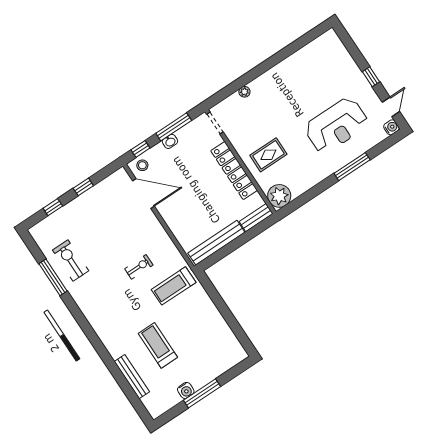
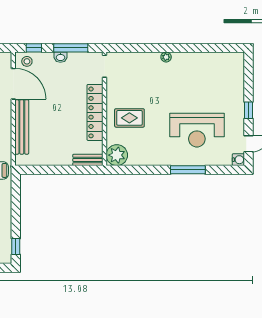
plant: (244, 92) -> (166, 57), moved
bench: (216, 243) -> (22, 127), moved, turned 90
window: (243, 338) -> (16, 246), added

